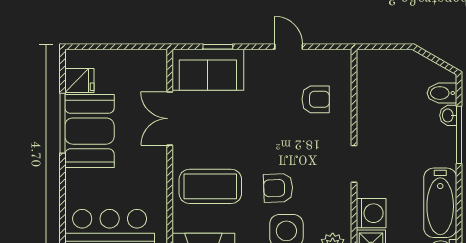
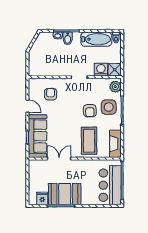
door: (289, 47) -> (27, 106), swing flipped
sofa: (208, 70) -> (38, 136), width x1.36
bidet: (442, 93) -> (68, 38), moved
double door: (170, 119) -> (59, 159), swing flipped

